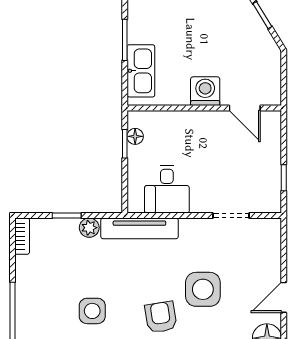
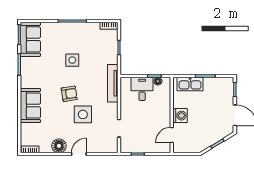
desk: (167, 189) -> (142, 89), moved, turned 90
plant: (89, 228) -> (113, 59), removed
door: (284, 297) -> (79, 154), hinge flipped

